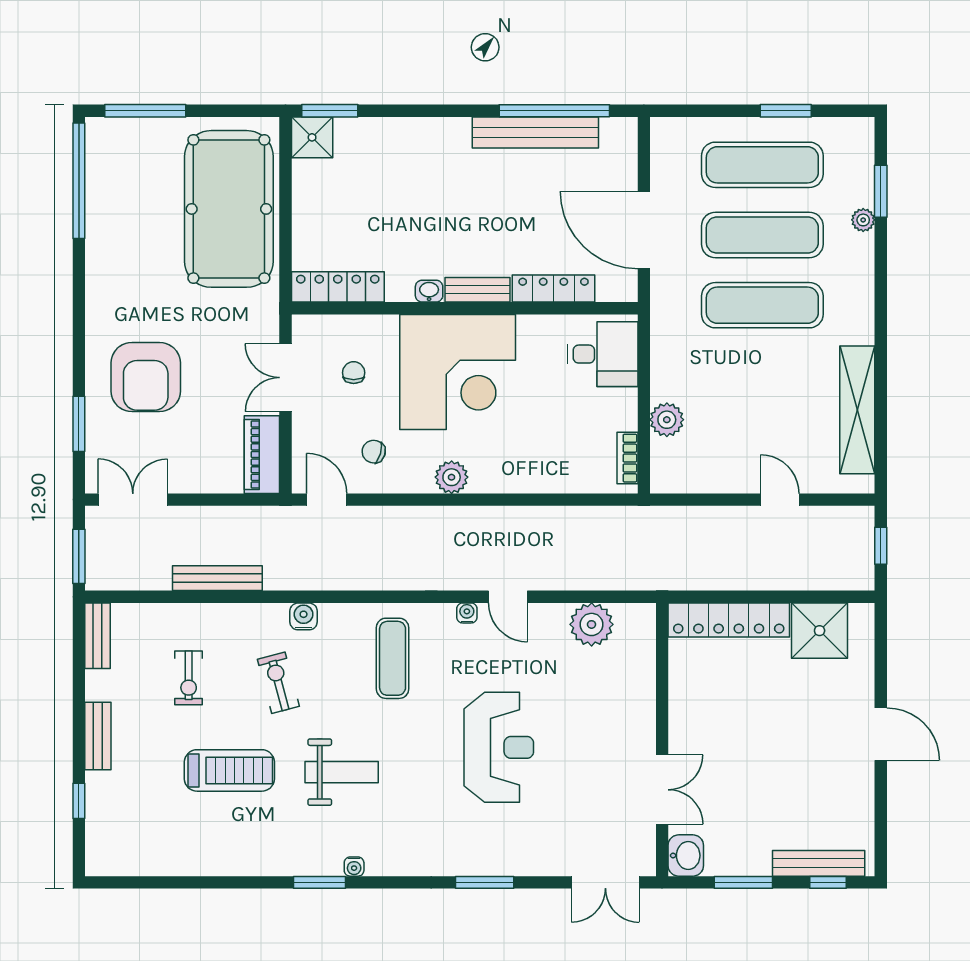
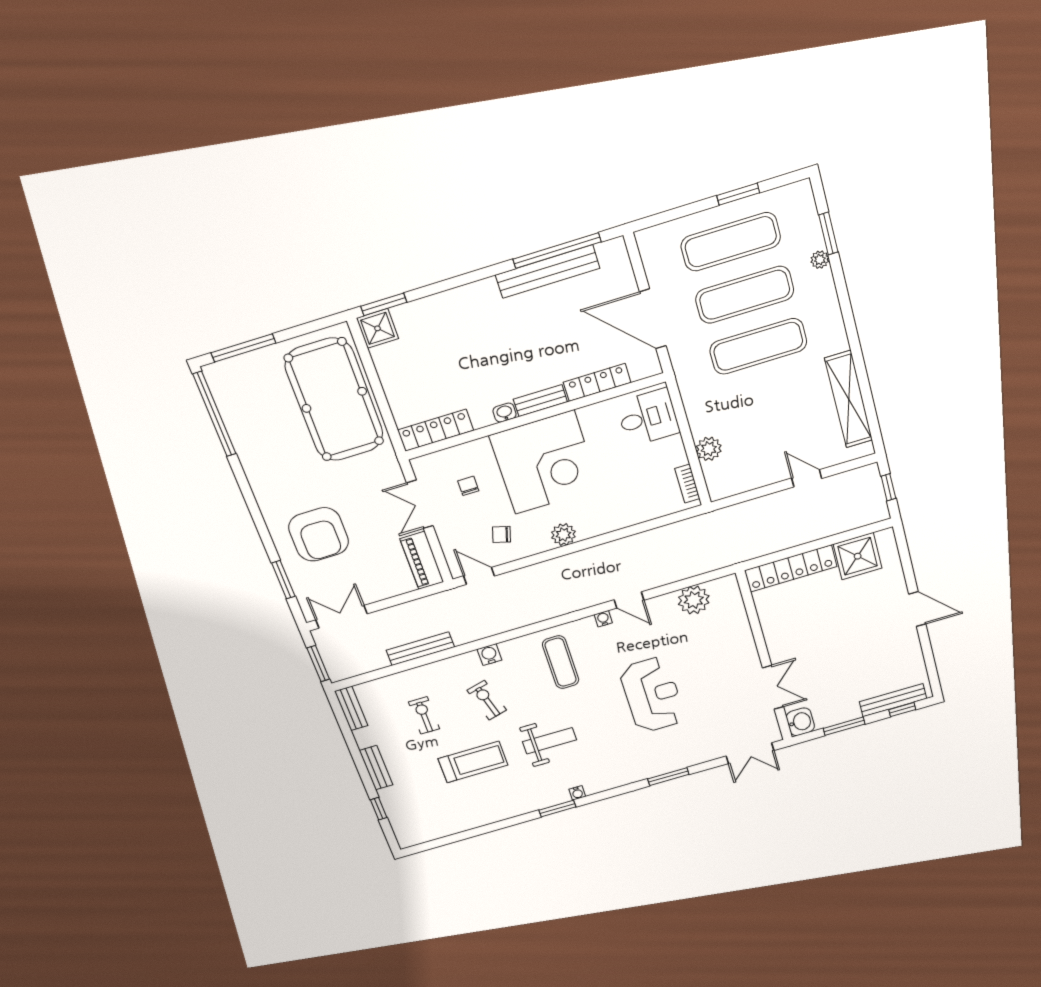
exercise bike: (189, 678) -> (424, 715), turned 180

